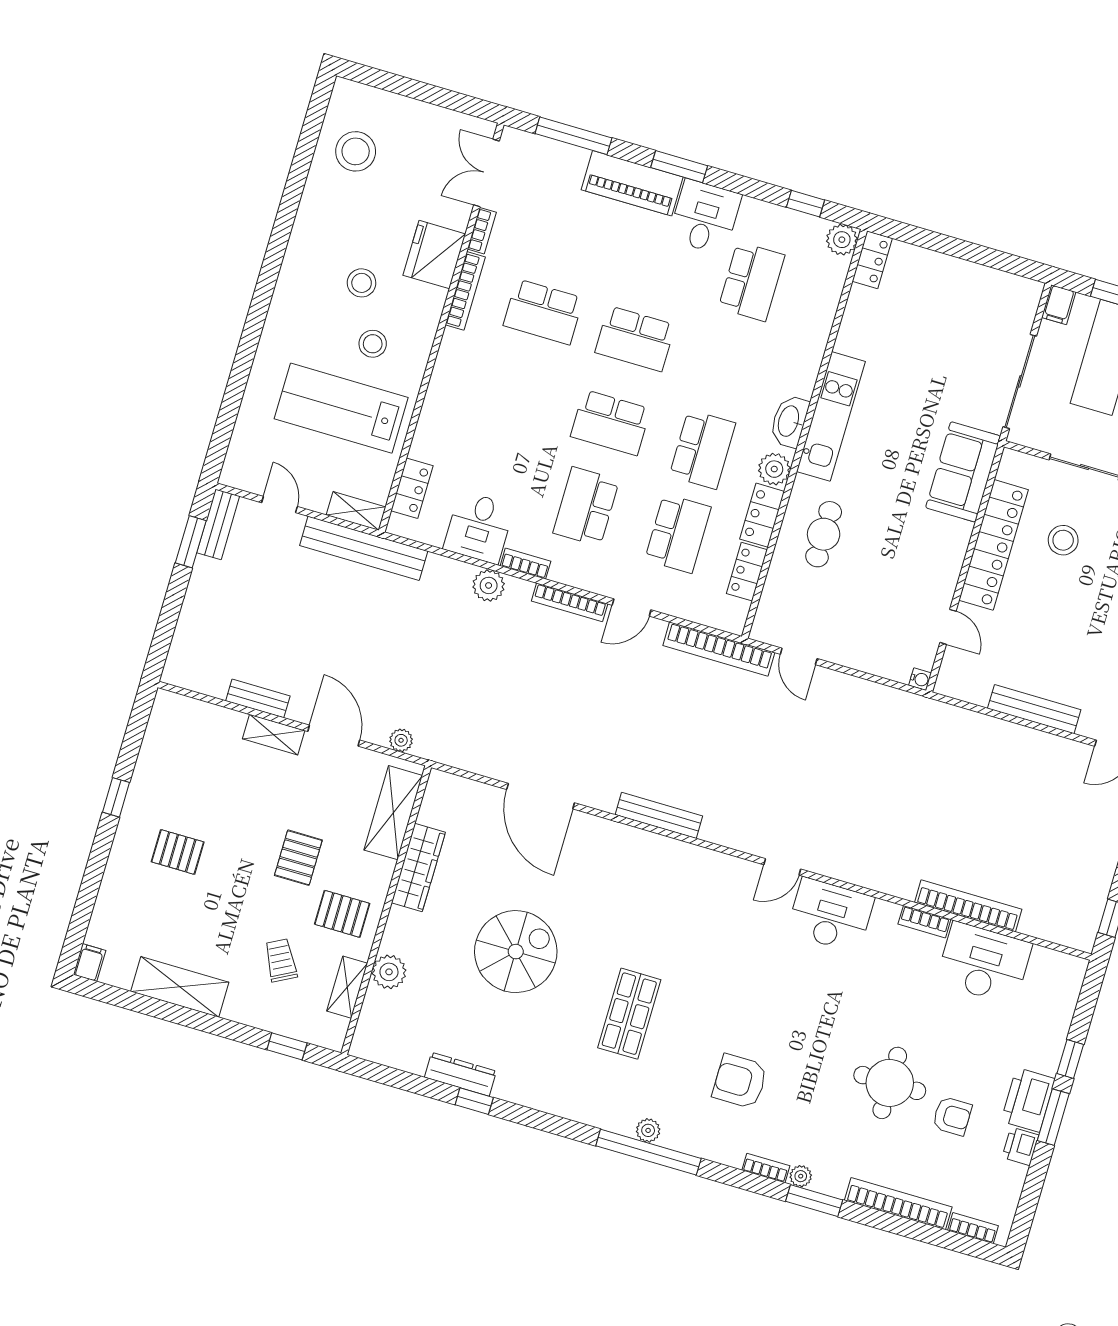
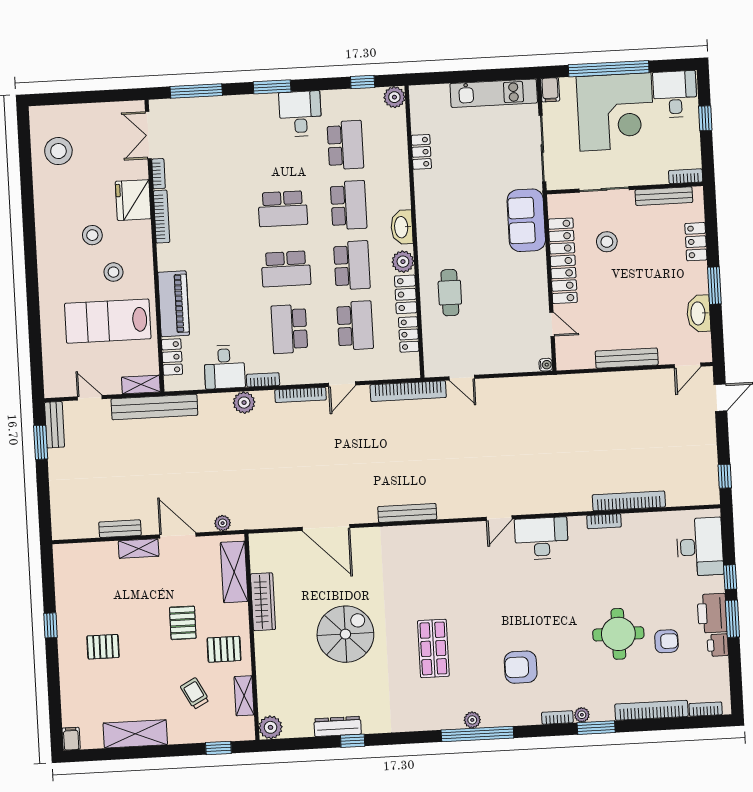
piano: (632, 183) -> (174, 304), moved, turned -90
locker: (872, 260) -> (421, 152), moved
school desk: (543, 312) -> (349, 205), moved, turned -90
kitchen unit: (831, 416) -> (494, 93), moved, turned 90
desk: (984, 963) -> (700, 547), moved, turned 90
plant: (389, 972) -> (271, 727), moved

